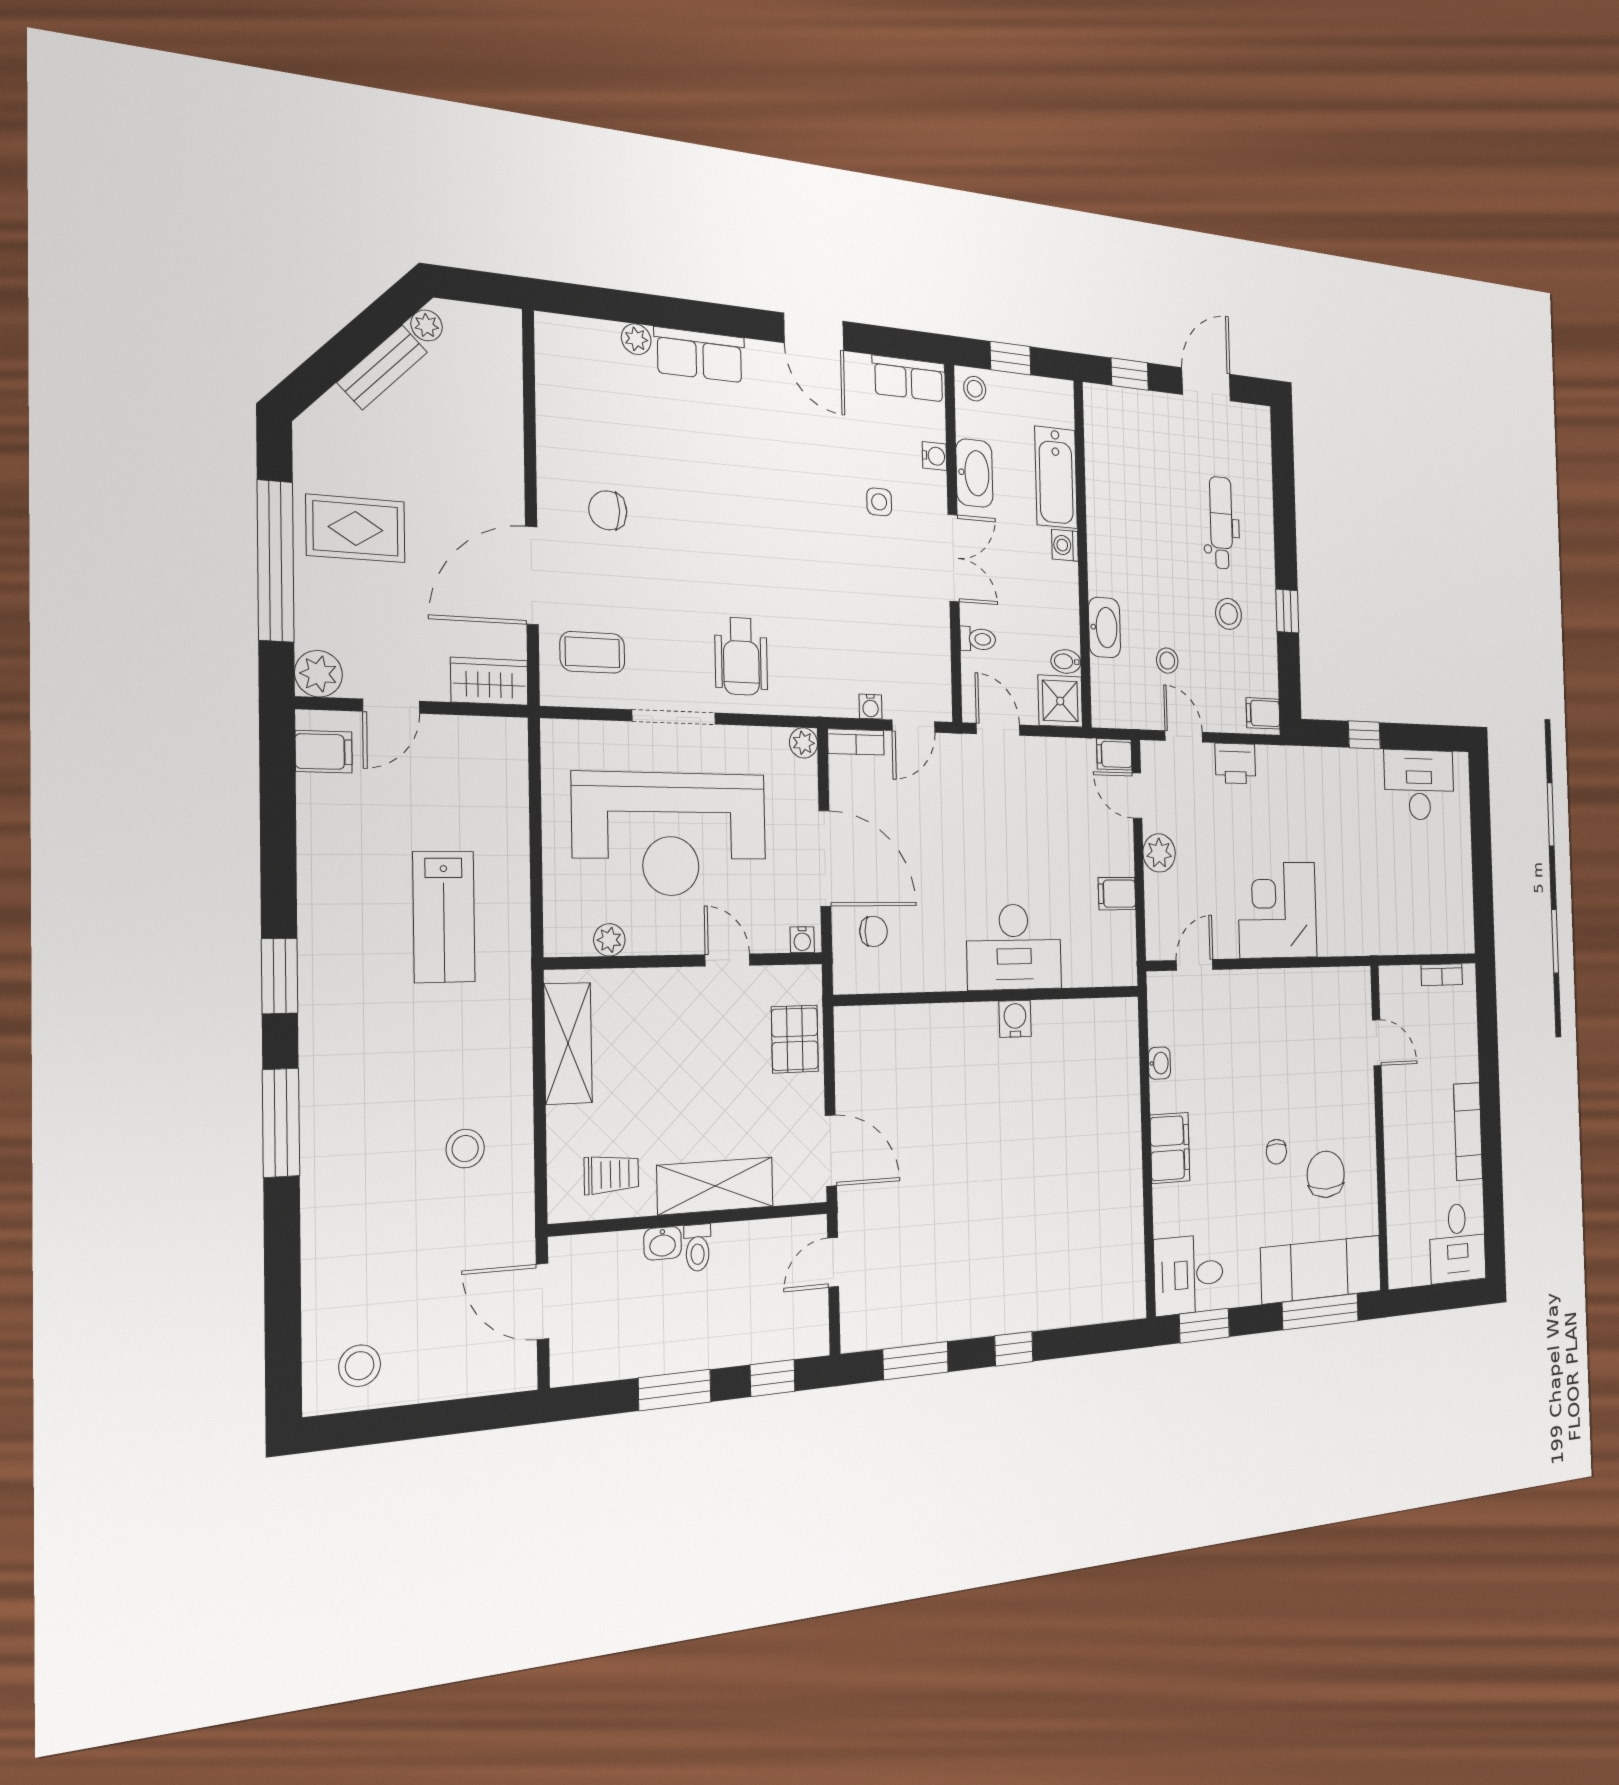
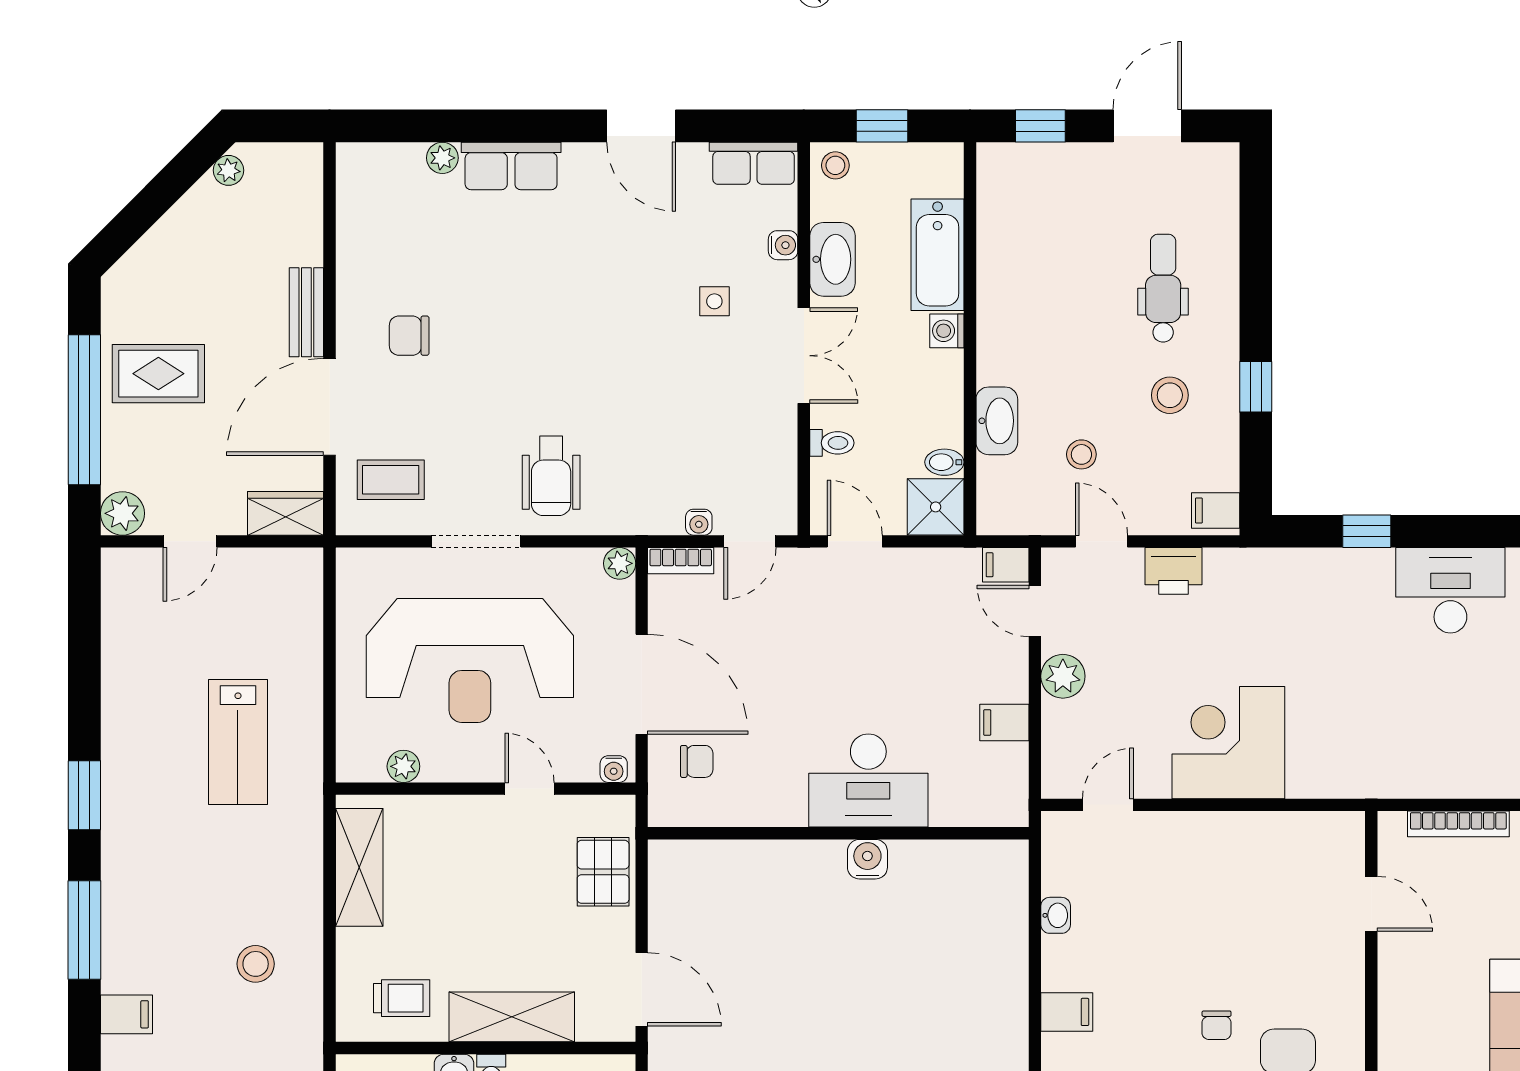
bench: (382, 367) -> (306, 312), moved, turned -45
filing cabinet: (324, 752) -> (126, 1014), moved
bookcase: (1442, 975) -> (1458, 824), width x1.56
filing cabinet: (1170, 1148) -> (1067, 1012), width x0.50

